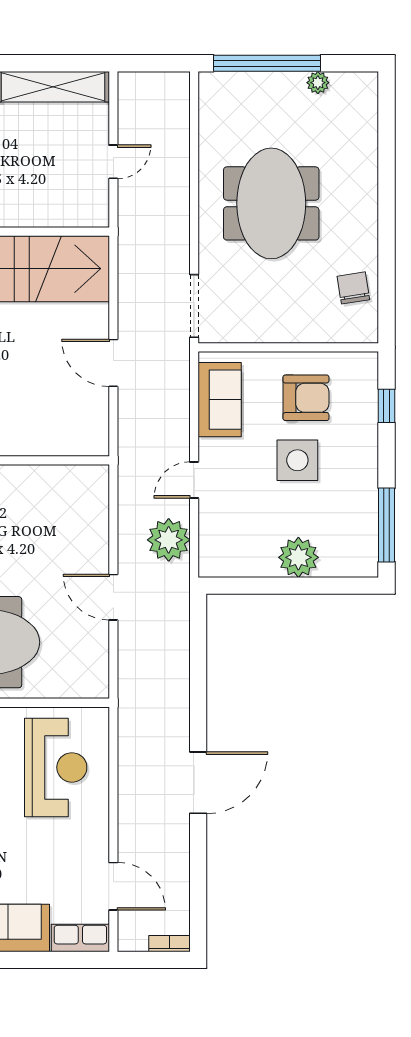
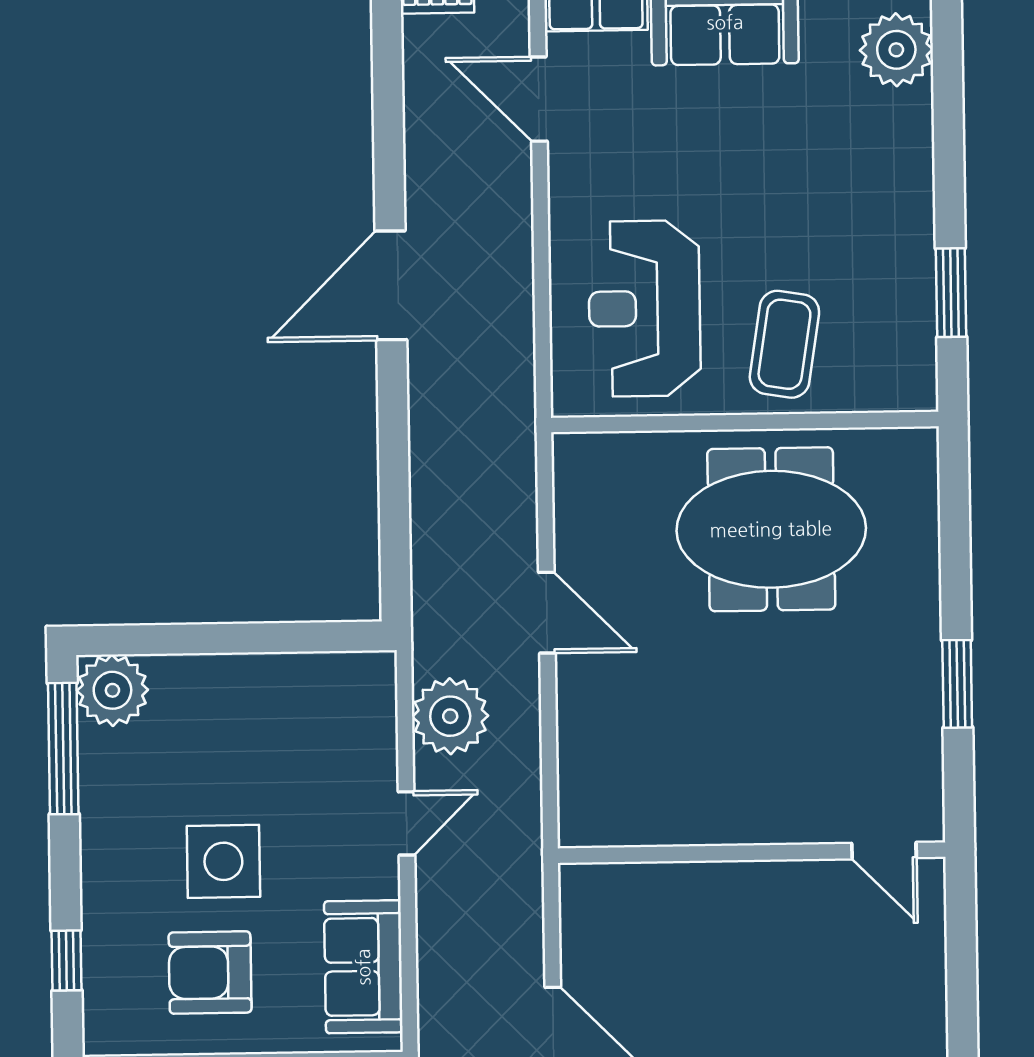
plant: (298, 557) -> (112, 690), moved

